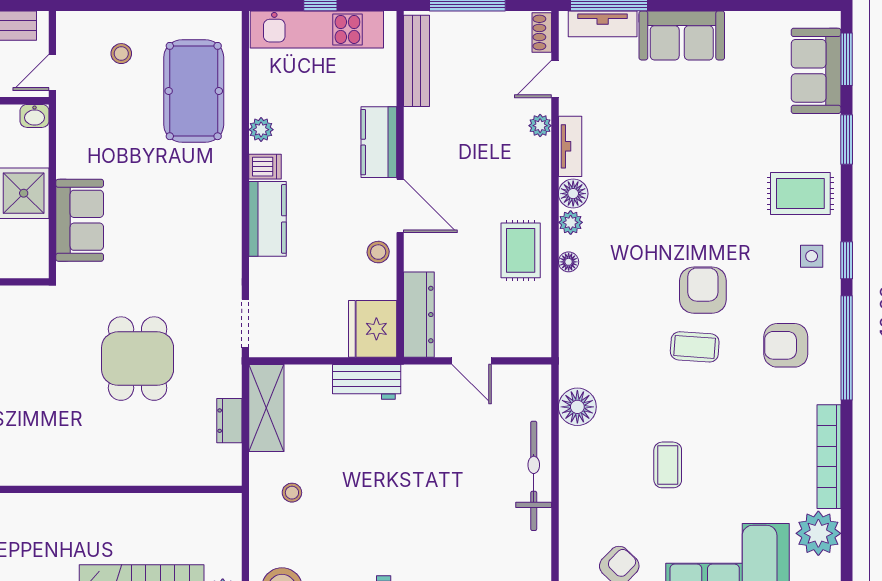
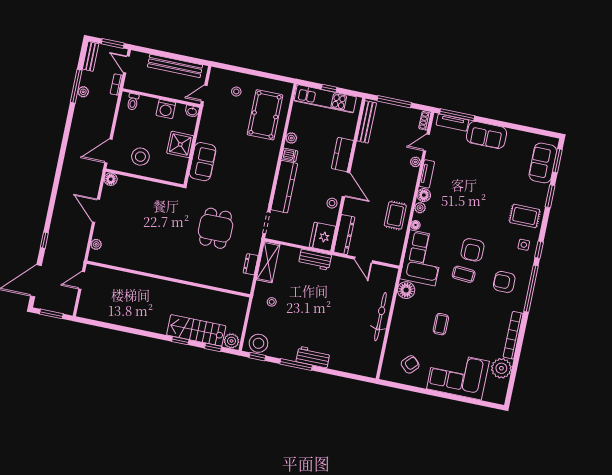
kitchen counter: (268, 219) -> (284, 187), width x1.50
armchair: (703, 290) -> (473, 250), turned 180
corner sofa: (598, 330) -> (422, 258), added

